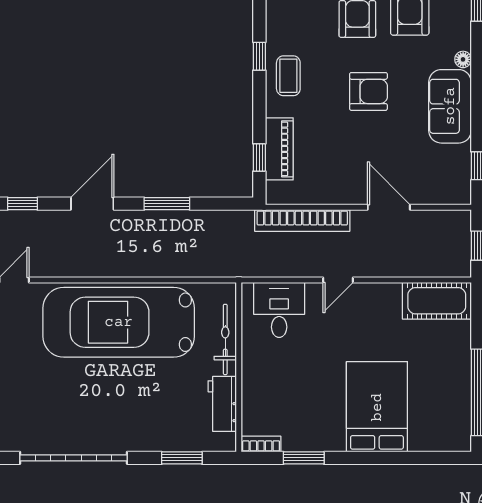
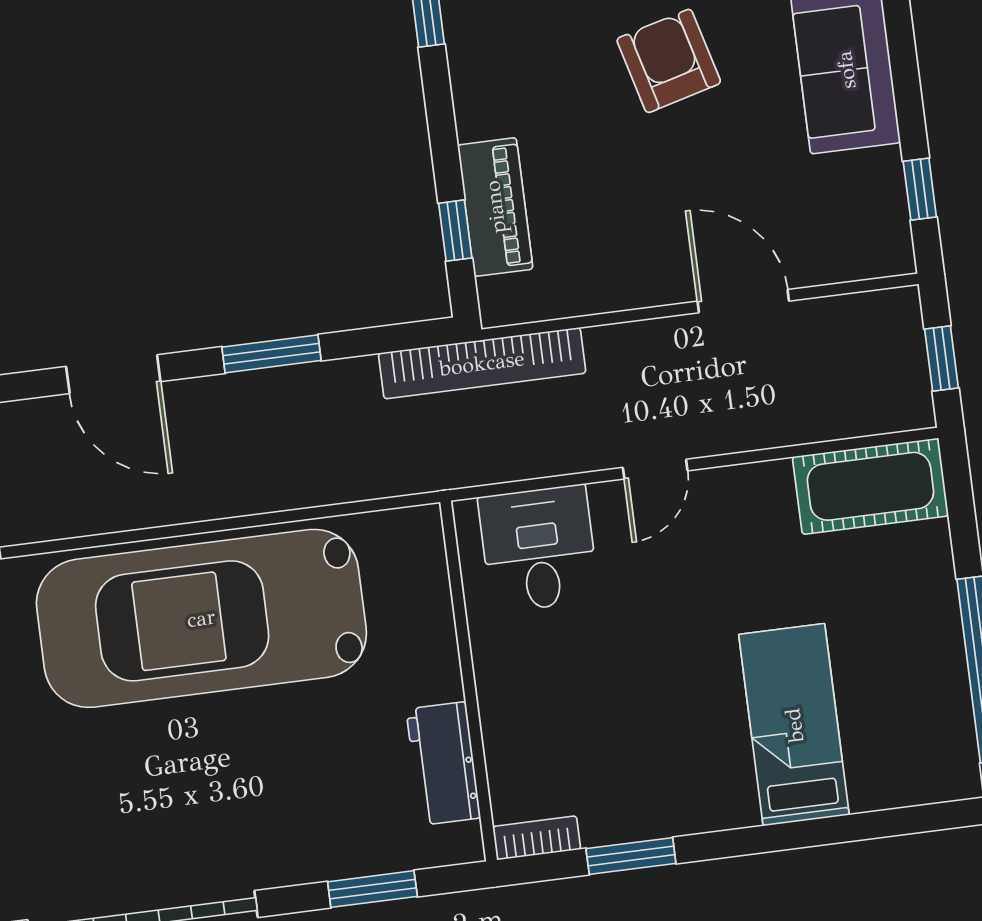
coffee table: (288, 76) -> (494, 49), removed
armchair: (368, 91) -> (669, 61), turned -105
door: (92, 204) -> (113, 374), swing flipped
bookcase: (302, 221) -> (482, 363), moved
bicycle: (225, 339) -> (432, 626), removed
bed: (377, 407) -> (794, 725), width x0.67

